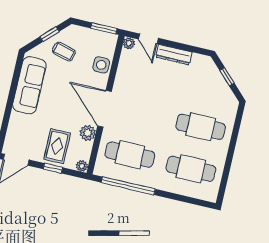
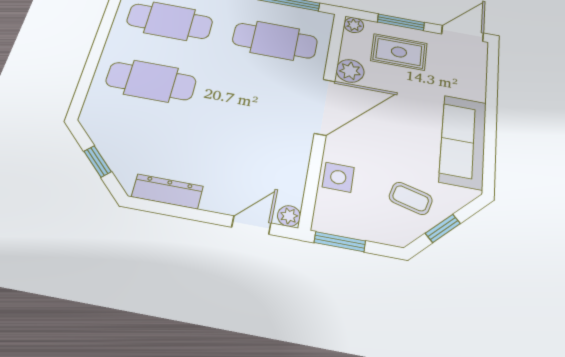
door: (148, 39) -> (251, 225), hinge flipped
dresser: (174, 55) -> (167, 191), moved
door: (105, 109) -> (325, 107), hinge flipped
rug: (57, 146) -> (399, 52), turned 90
window: (53, 168) -> (401, 22), width x1.50

